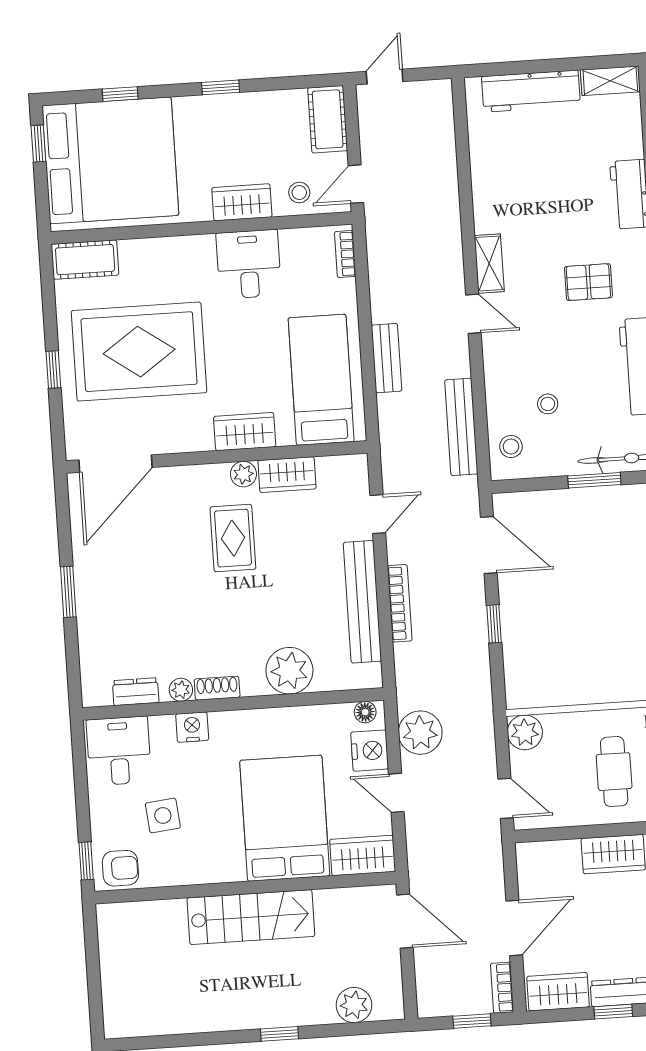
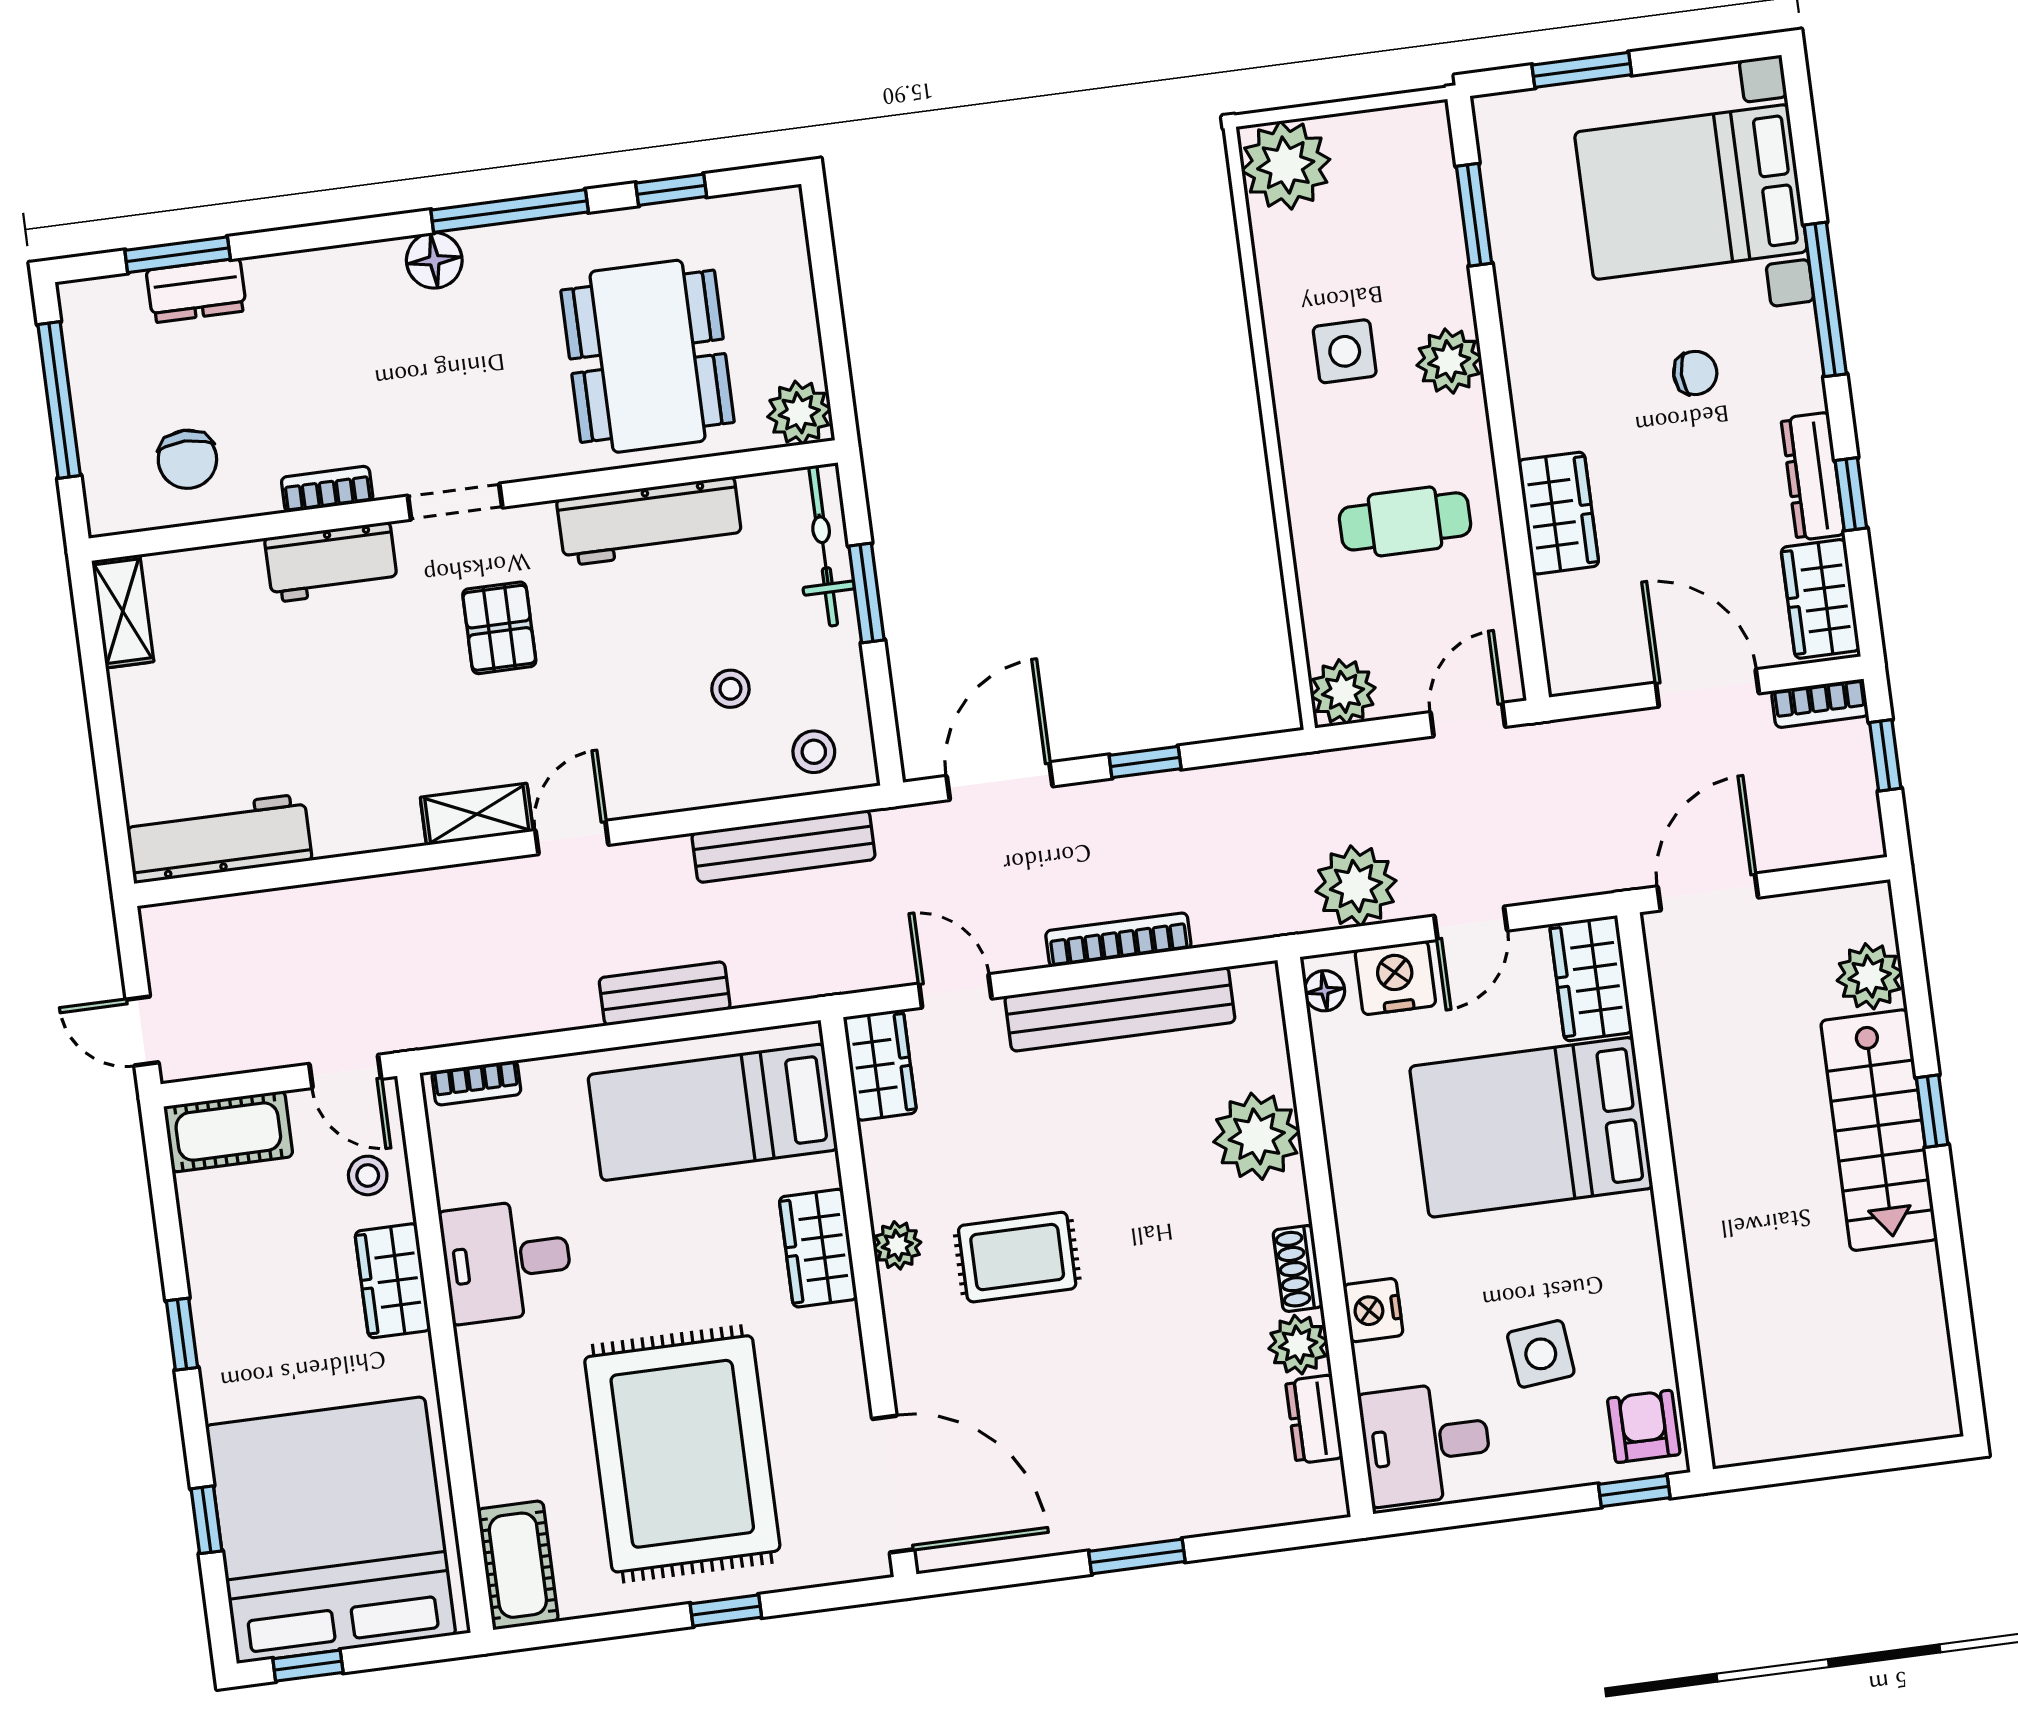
workbench: (531, 91) -> (219, 839), moved, turned -90
wardrobe: (287, 475) -> (880, 1065), moved
plant: (181, 690) -> (1298, 1345), width x1.38, depth x1.38
stairs: (251, 917) -> (1879, 1130), moved, turned 180

